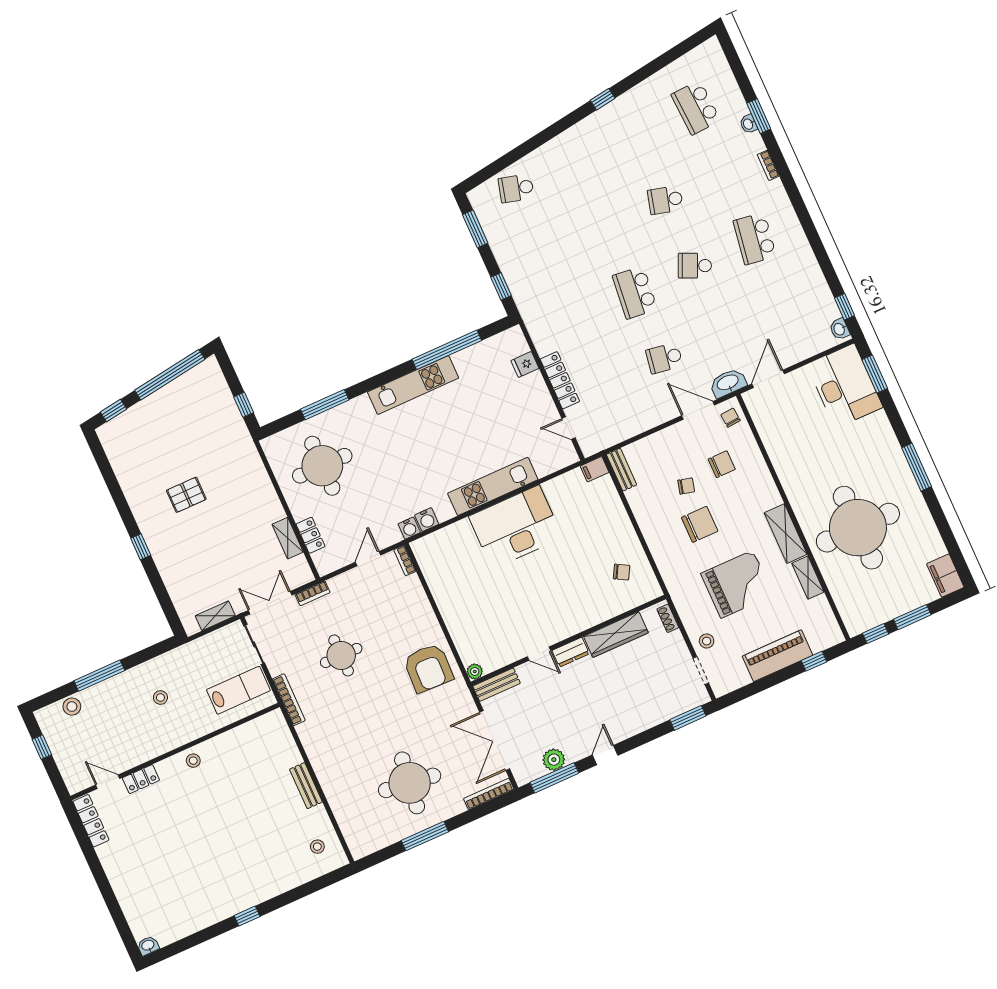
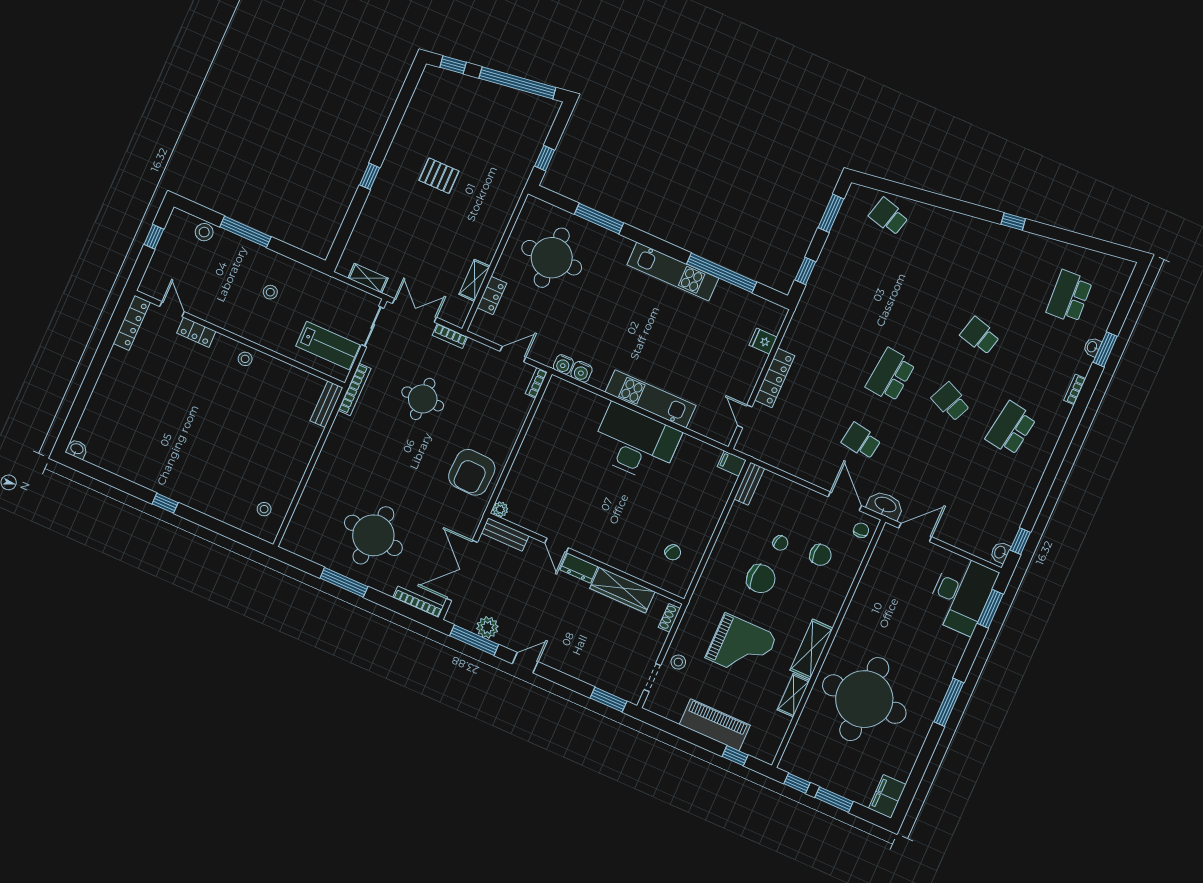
bench: (306, 786) -> (327, 404), moved

